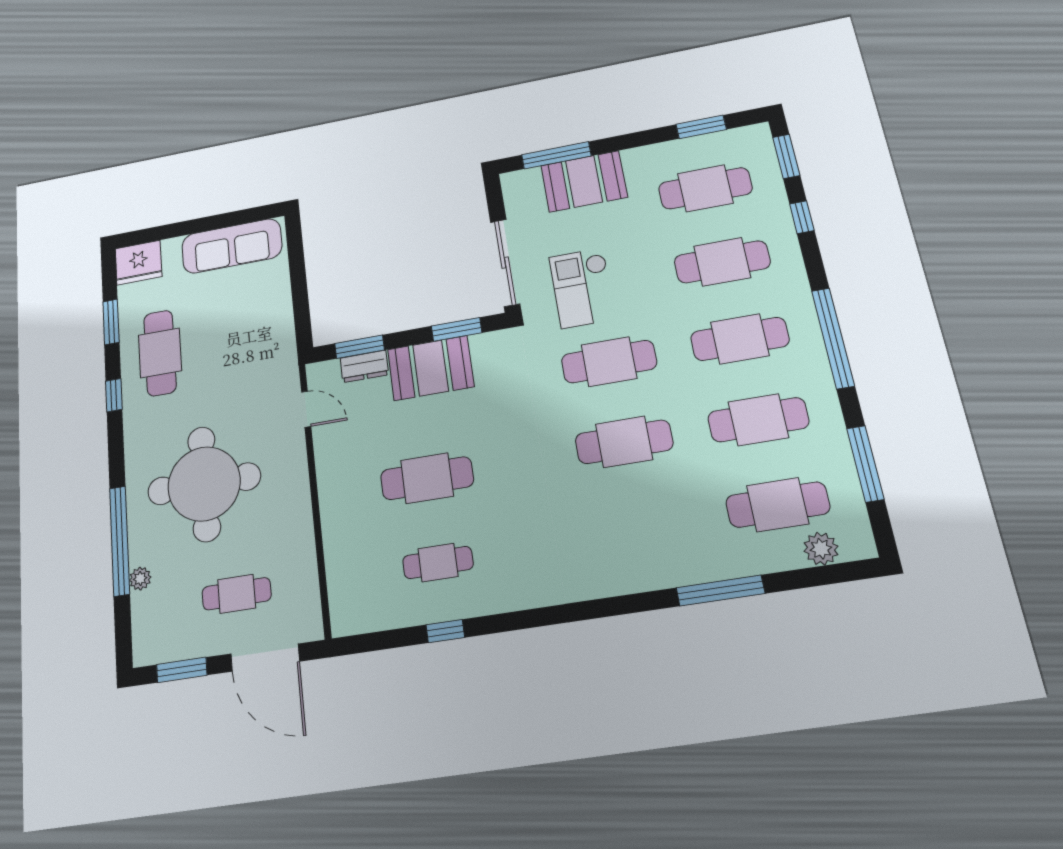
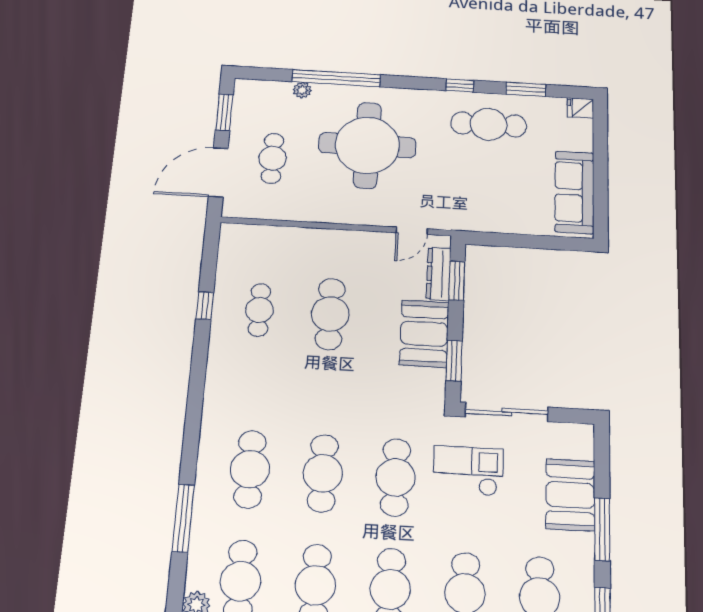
window: (556, 155) -> (602, 529), moved
fridge: (139, 263) -> (580, 108), width x0.53, depth x0.75
dresser: (364, 366) -> (439, 274), width x1.44
cafe table: (640, 526) -> (250, 469), added

